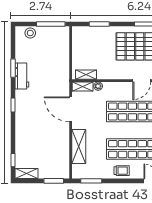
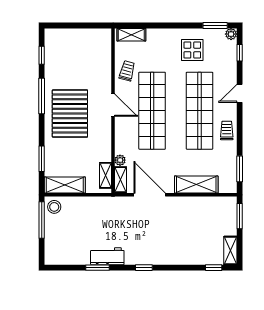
stool: (30, 33) -> (54, 207), moved
shelving: (78, 42) -> (65, 185), added
door: (71, 109) -> (150, 195), swing flipped

